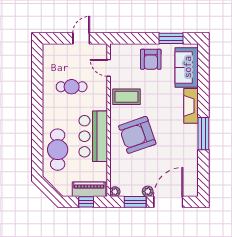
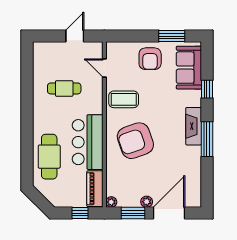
window: (203, 87) -> (207, 89), added
fireplace: (191, 106) -> (194, 126), moved
piano: (89, 189) -> (95, 189), moved, turned -90

